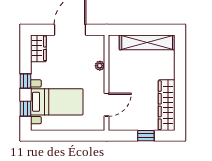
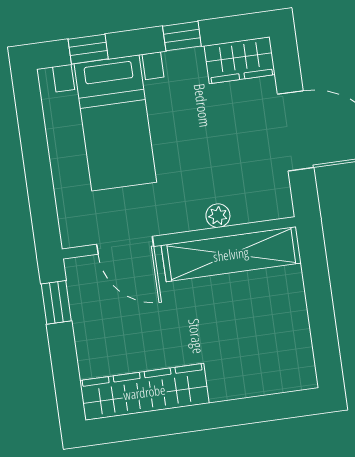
shelving: (147, 42) -> (231, 254), moved, turned 90
window: (25, 81) -> (182, 36), moved
window: (146, 136) -> (56, 302), moved

